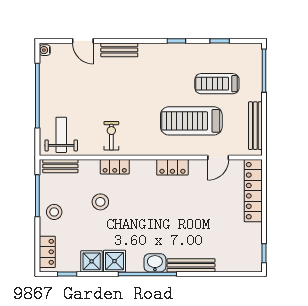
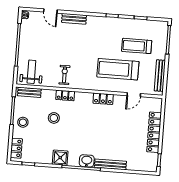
locker: (253, 191) -> (154, 132), moved
shower: (92, 261) -> (45, 157), removed

